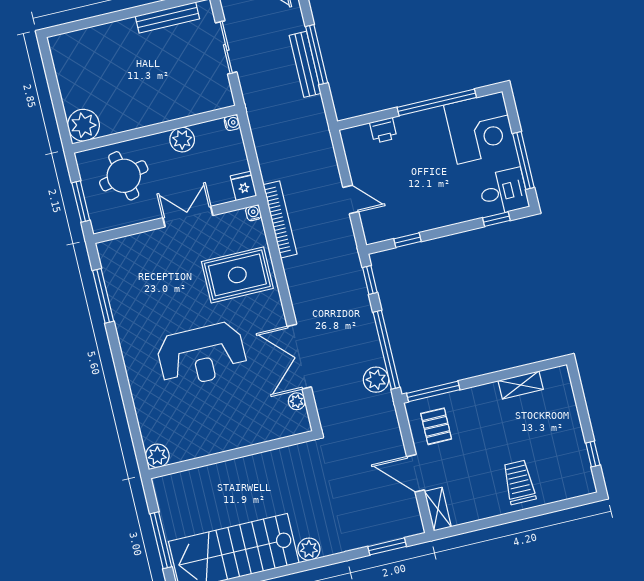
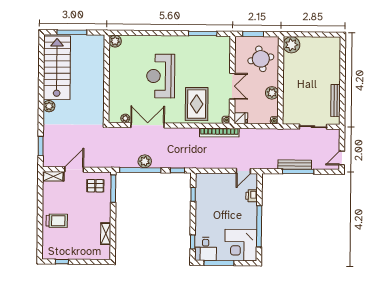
door: (351, 200) -> (243, 171), moved
plant: (376, 380) -> (145, 161), moved

